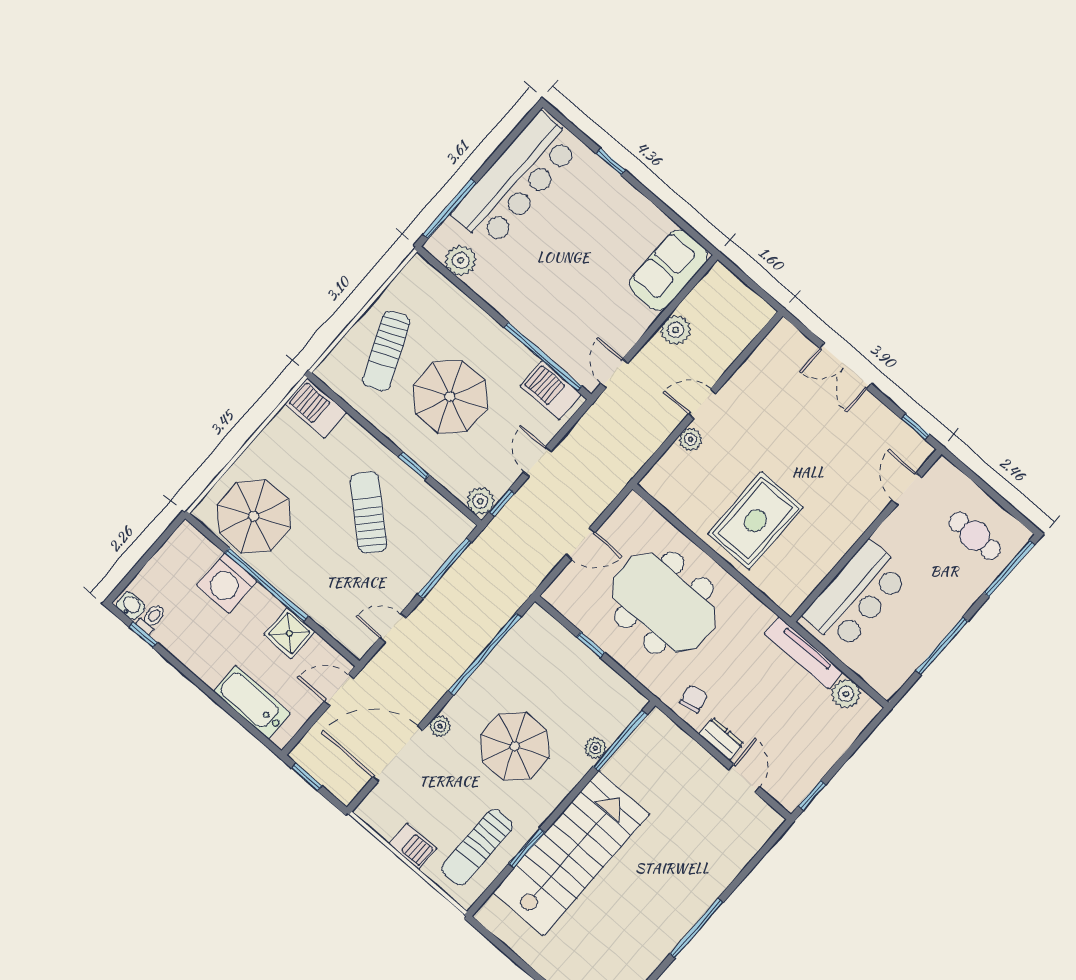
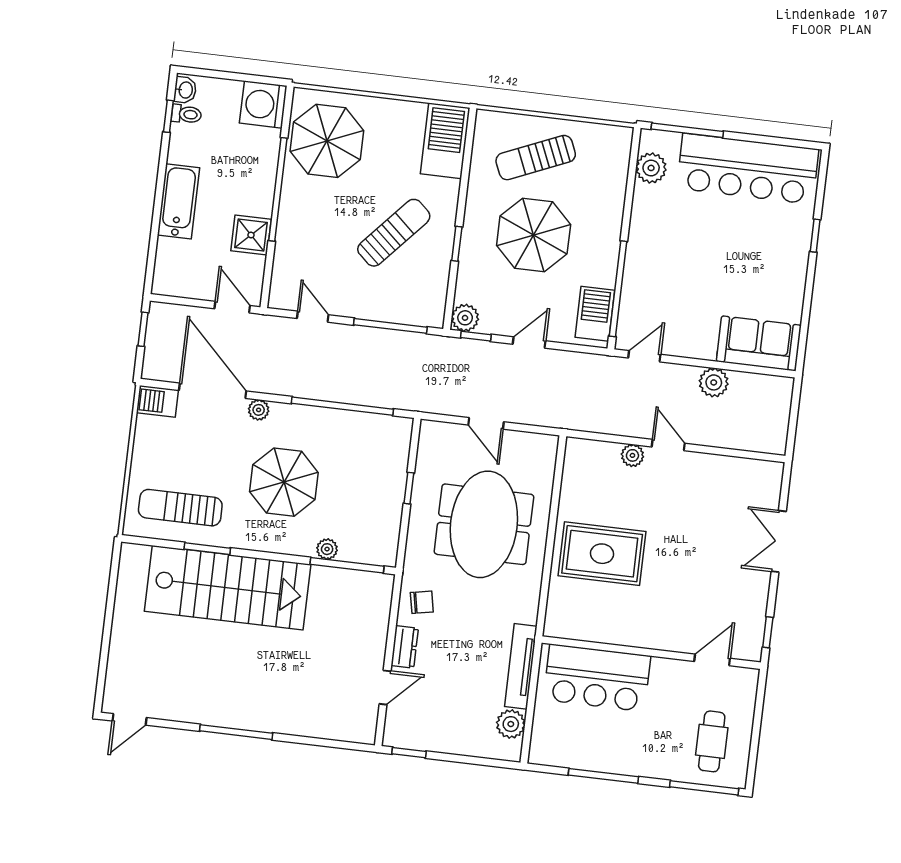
barbecue: (316, 408) -> (445, 141), width x1.37, depth x1.21
washing machine: (227, 583) -> (263, 105), moved
bathtub: (252, 702) -> (179, 201), moved
barbecue: (413, 846) -> (157, 401), moved, turned 90

